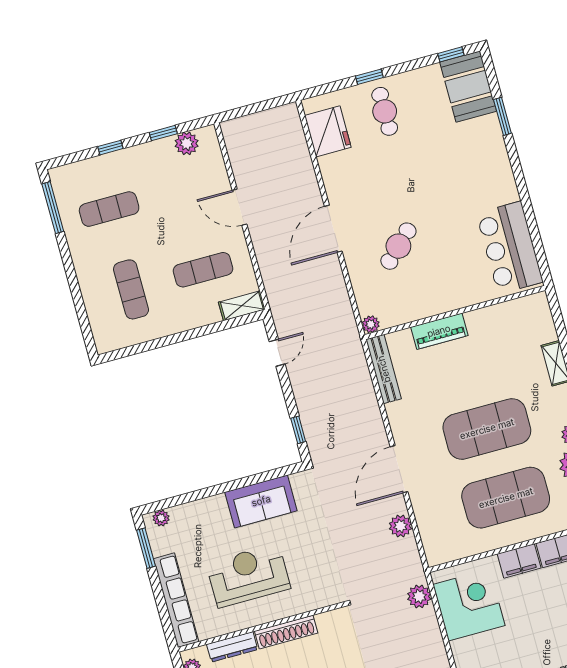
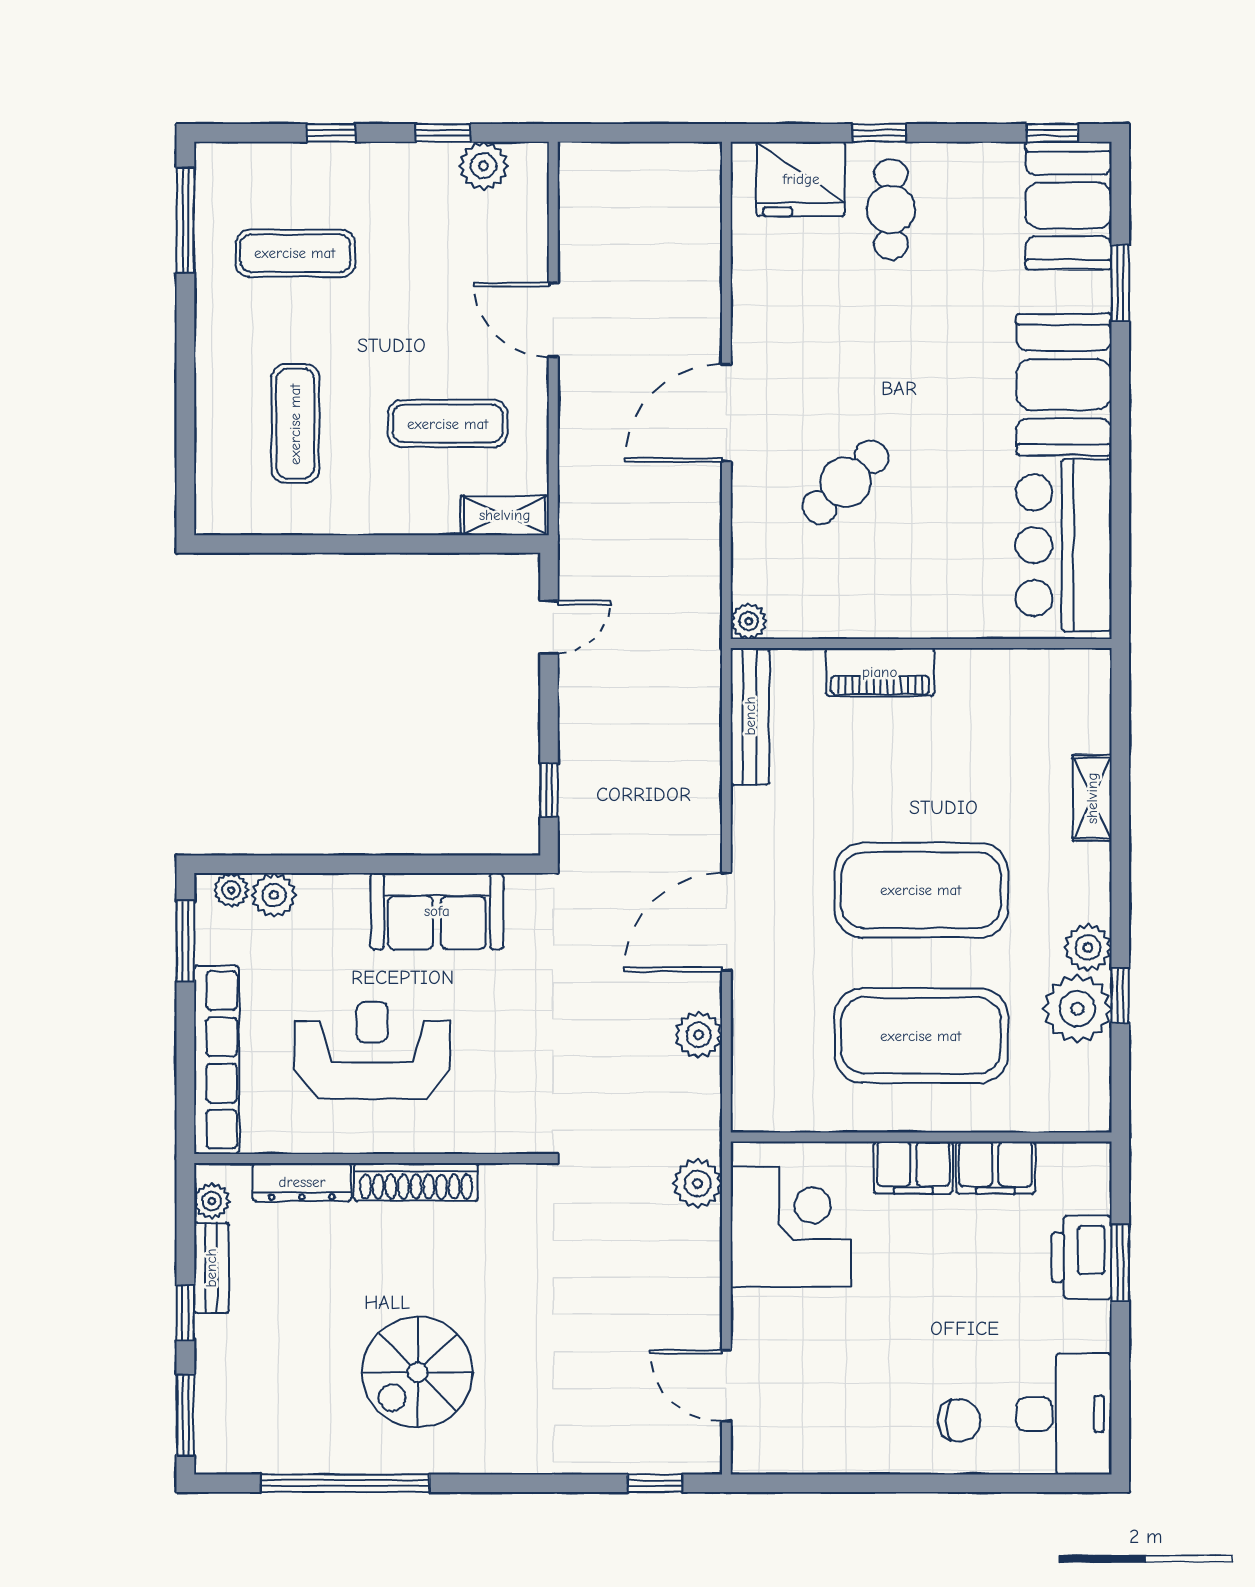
fridge: (328, 131) -> (801, 179), moved, turned 90
booth: (489, 172) -> (1064, 385), added
plant: (182, 515) -> (274, 895), added

